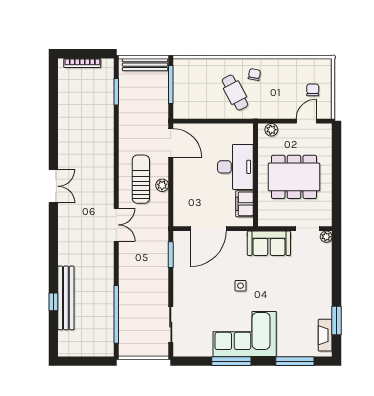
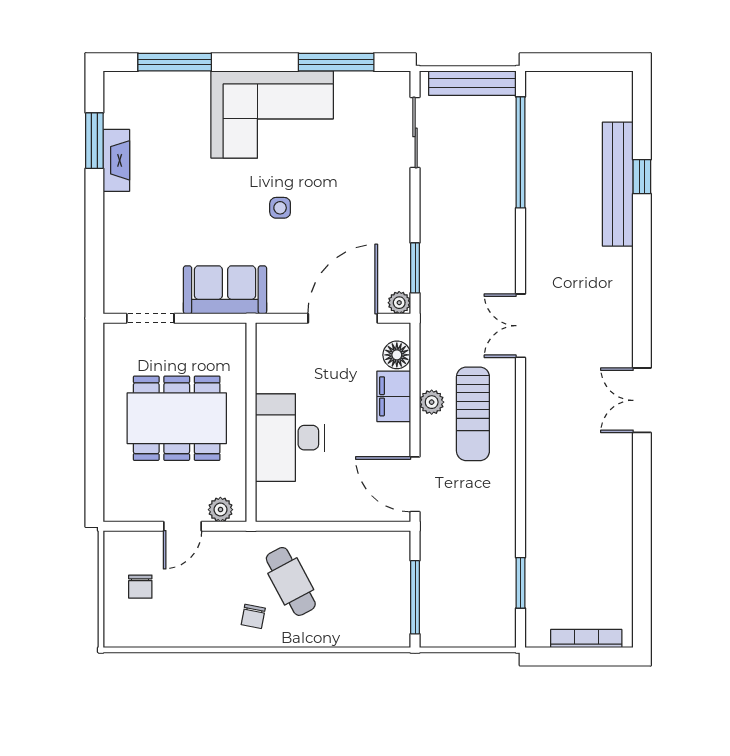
bench: (145, 65) -> (472, 83), moved
door: (306, 121) -> (183, 526), moved
filing cabinet: (245, 204) -> (394, 396), moved, turned 180
floor lamp: (180, 210) -> (397, 355), added
plant: (326, 237) -> (399, 303), moved
fireplace: (325, 335) -> (116, 160), moved
window: (231, 361) -> (336, 62), moved

